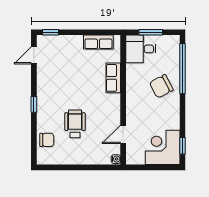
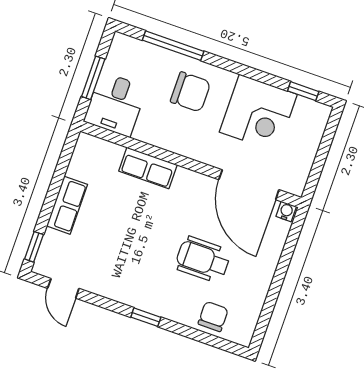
row of seats: (98, 42) -> (67, 205), moved
window: (183, 69) -> (173, 46), width x0.68
chair: (161, 86) -> (190, 92), turned -62
door: (123, 134) -> (249, 185), width x1.88
corner desk: (163, 147) -> (258, 113), moved, turned -90

